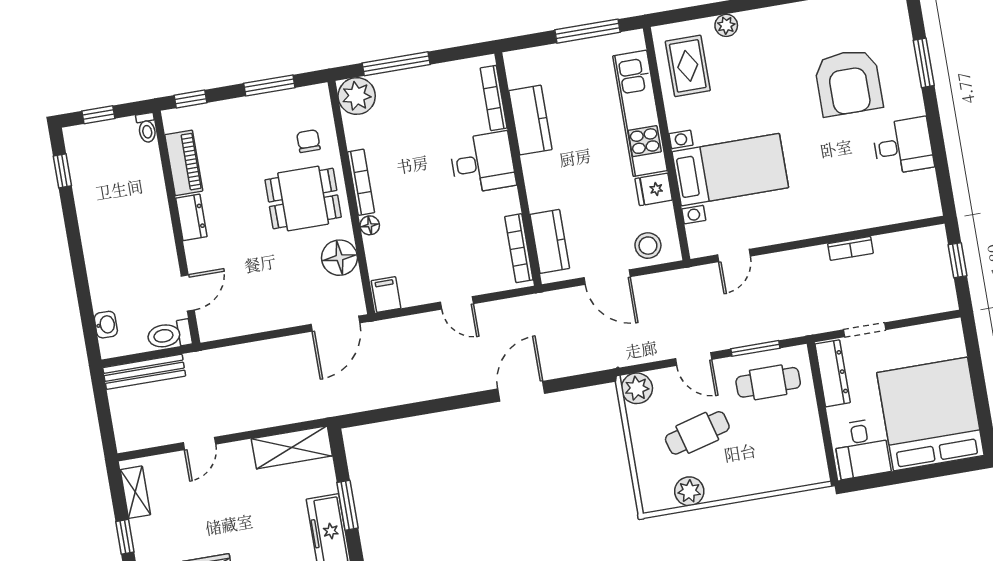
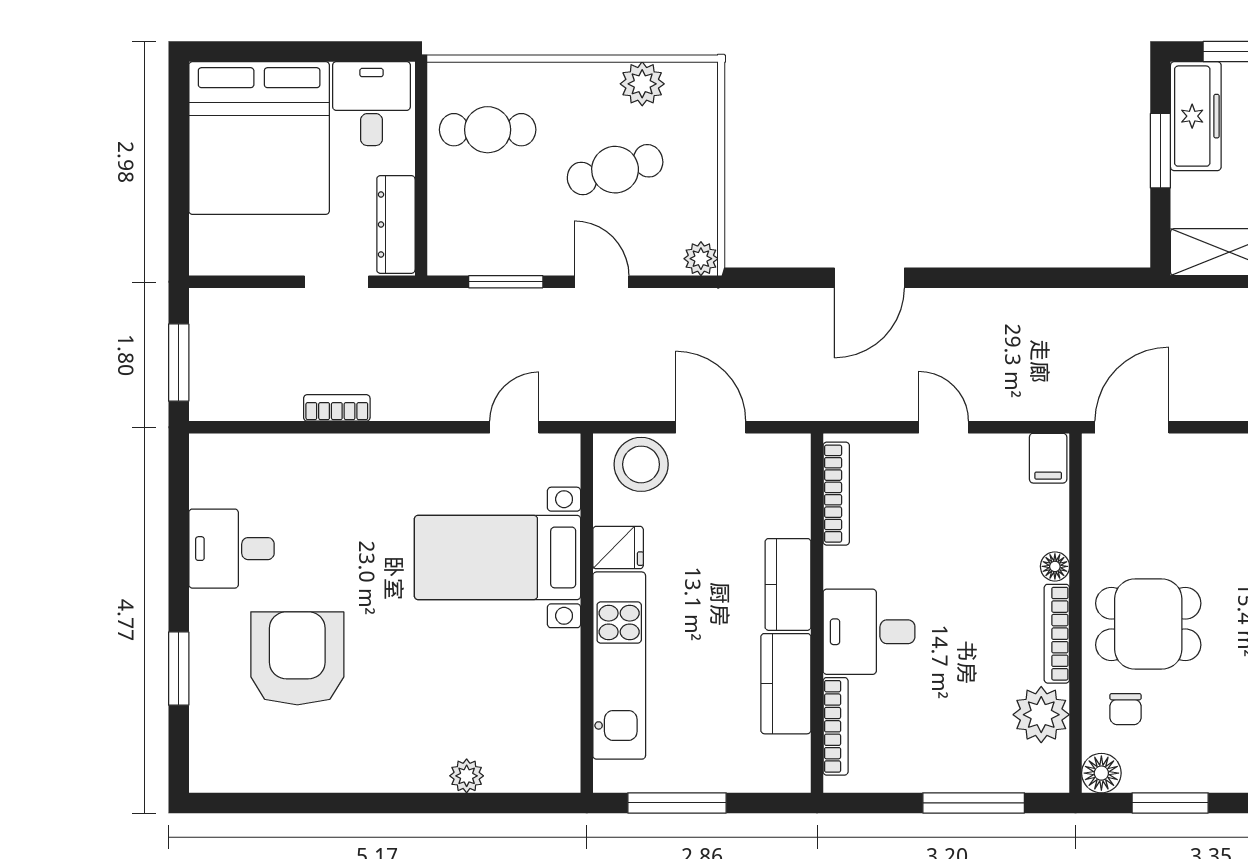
rug: (688, 66) -> (535, 725), removed
plant: (357, 96) -> (1041, 715), moved
kitchen counter: (550, 241) -> (788, 584), moved
stool: (648, 246) -> (641, 464), width x1.38, depth x1.38
floor lamp: (339, 258) -> (1101, 773), moved, width x0.73, depth x0.73
window: (958, 260) -> (179, 363), width x1.50
cafe table: (768, 382) -> (488, 130), moved
plant: (637, 388) -> (701, 259), width x0.73, depth x0.73

